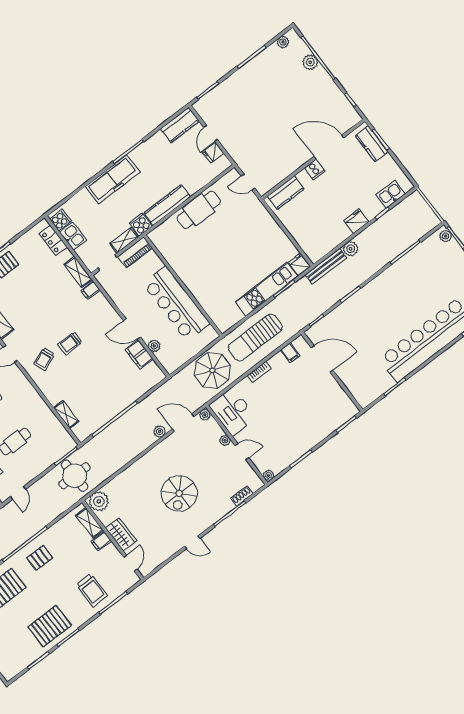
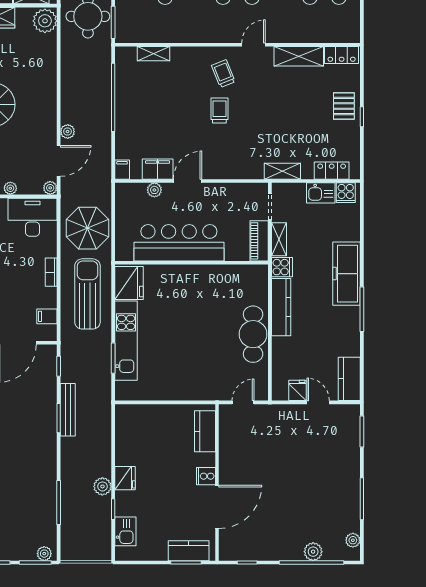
plant: (351, 249) -> (102, 486), moved
fridge: (299, 265) -> (129, 283), moved, width x1.88, depth x1.34
bench: (326, 266) -> (68, 410), moved
filing cabinet: (90, 290) -> (122, 170), moved

